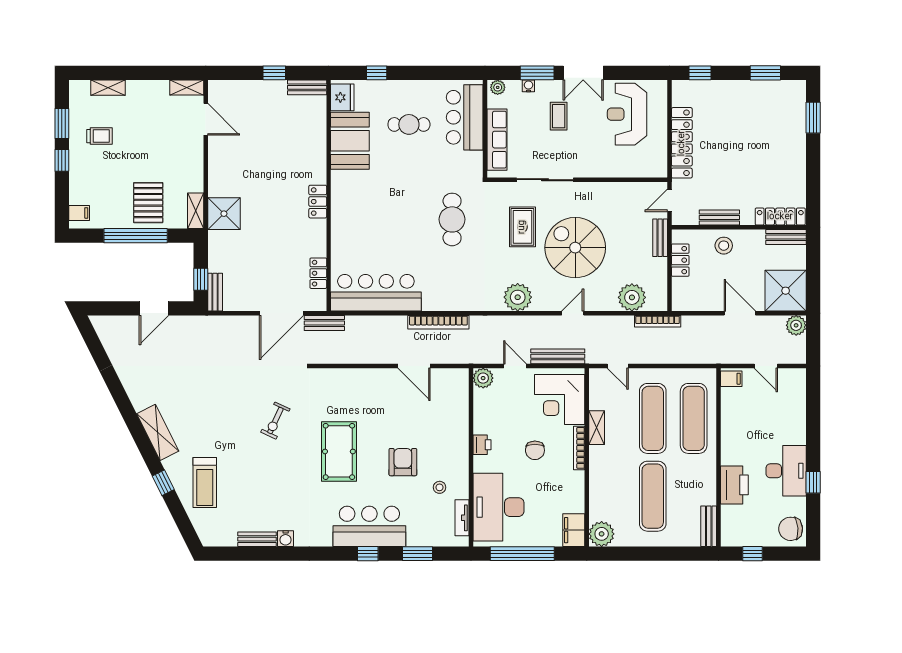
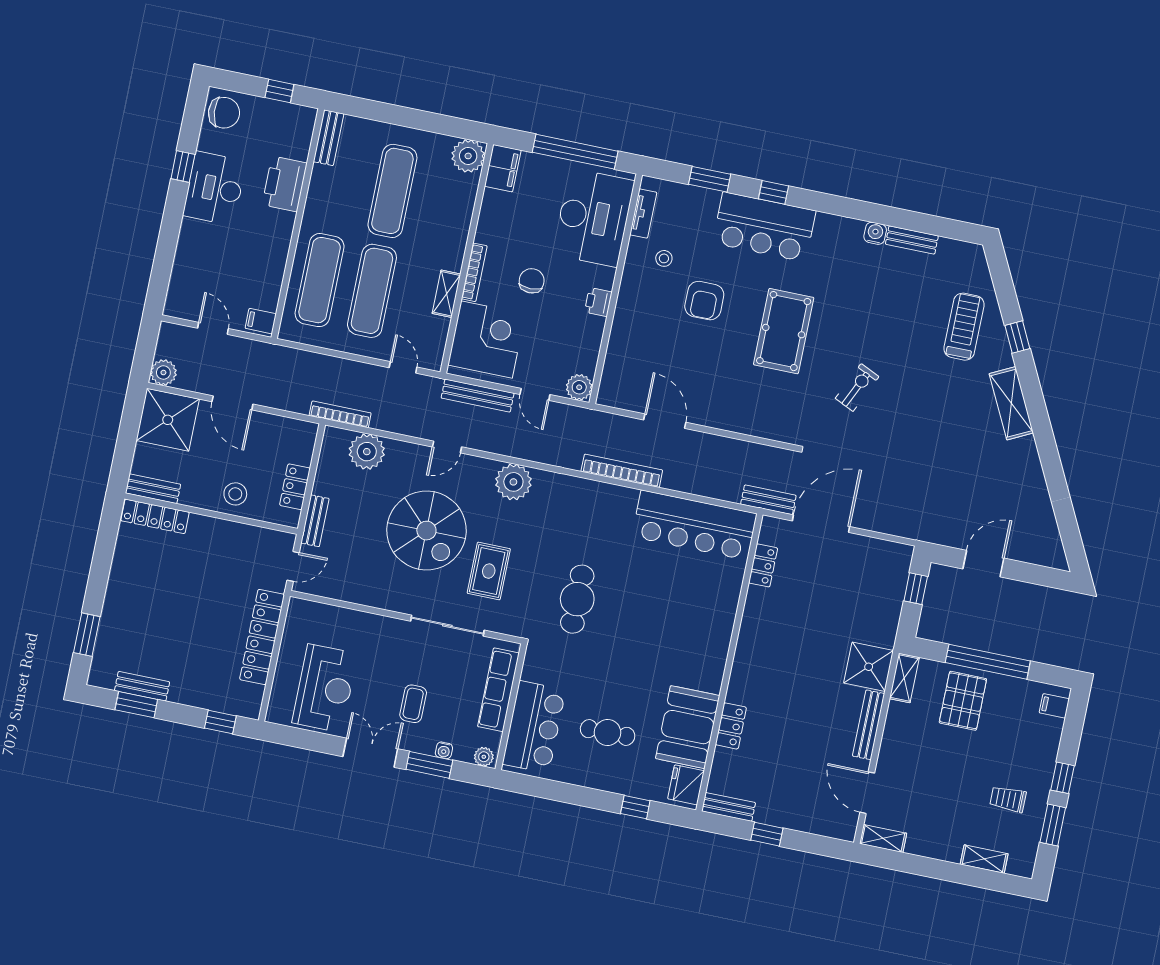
locker: (318, 202) -> (731, 726), moved
bench: (719, 217) -> (142, 686), moved
bench: (215, 292) -> (869, 725), moved, width x1.36

